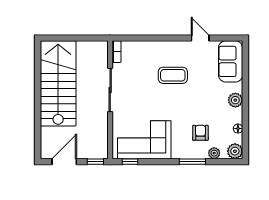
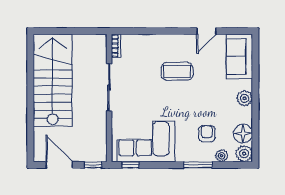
door: (200, 38) -> (206, 31), swing flipped
floor lamp: (238, 129) -> (243, 134), width x1.89, depth x1.89
door: (64, 162) -> (59, 165), hinge flipped

